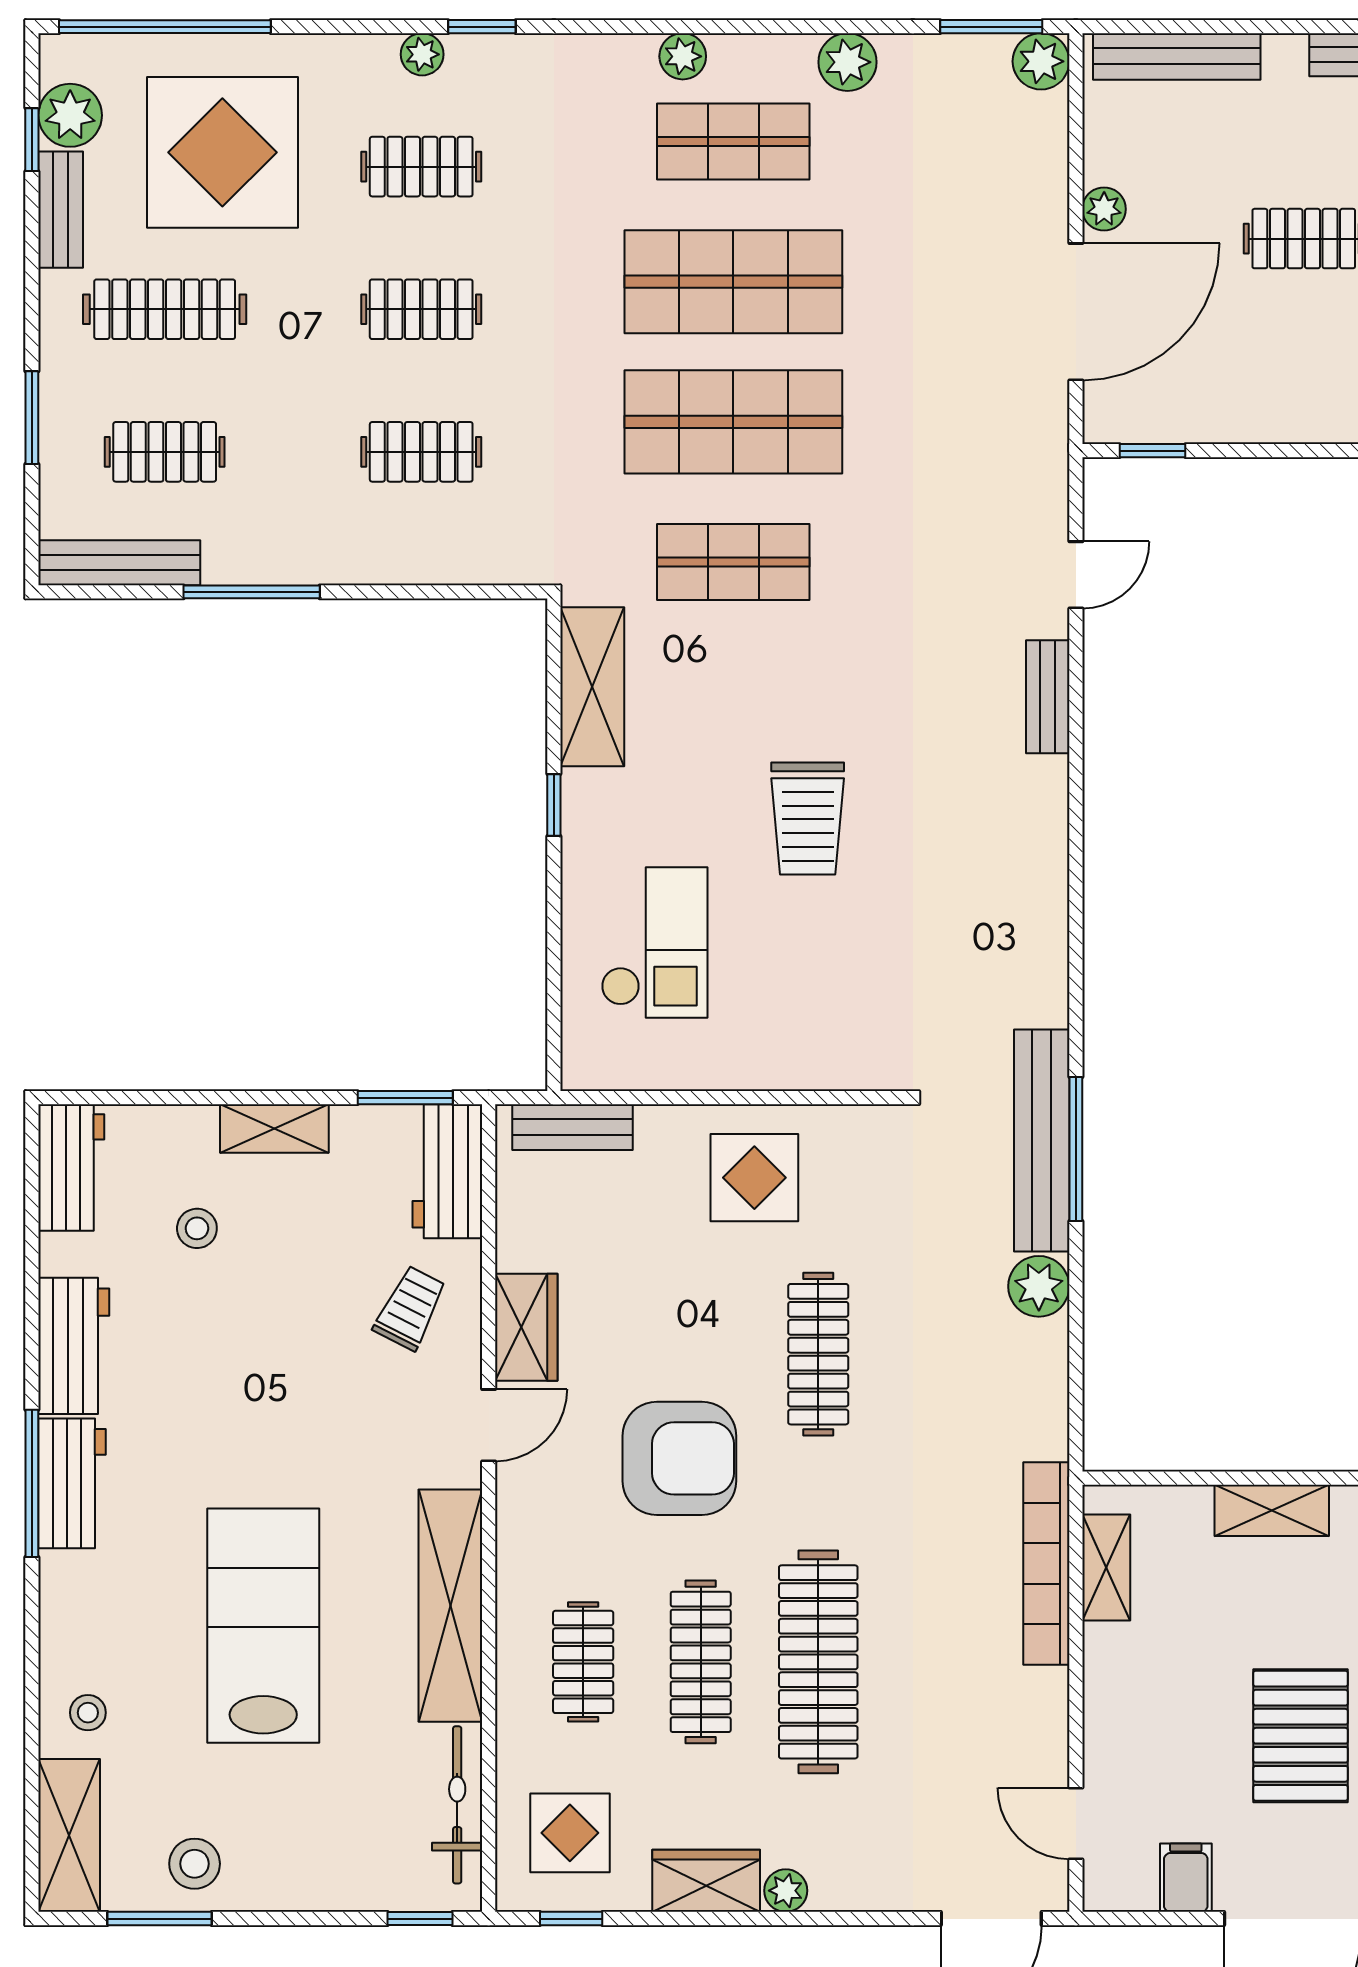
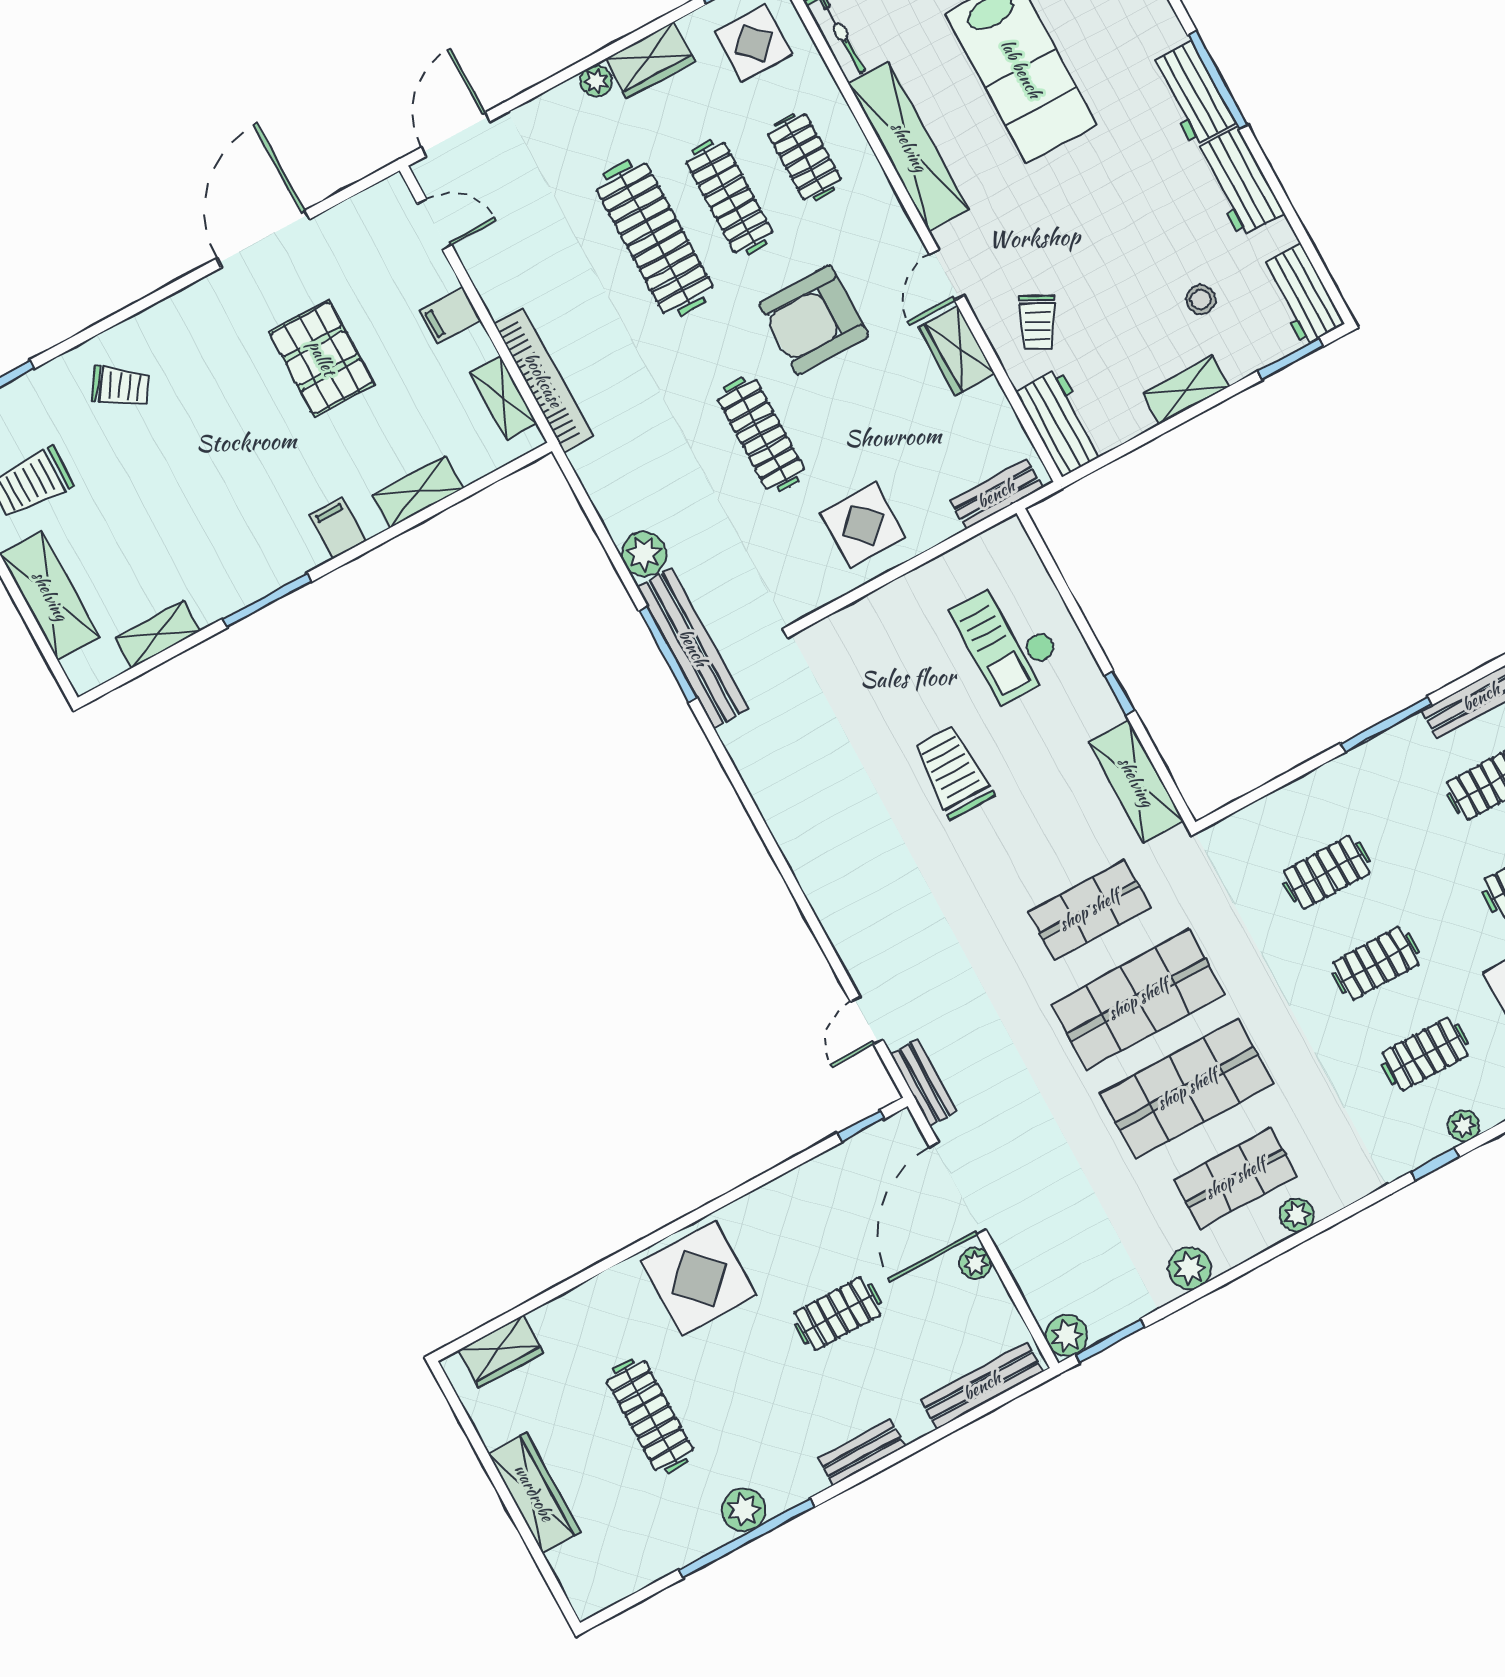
bench: (1048, 697) -> (924, 1082), moved
window: (405, 1098) -> (1290, 359), moved
filing cabinet: (1186, 1878) -> (450, 315), moved, turned 90

